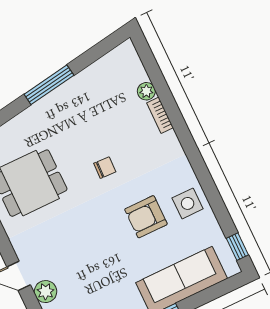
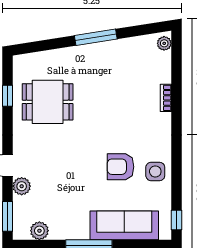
plant: (146, 91) -> (164, 43), moved
chair: (105, 168) -> (108, 117), removed

